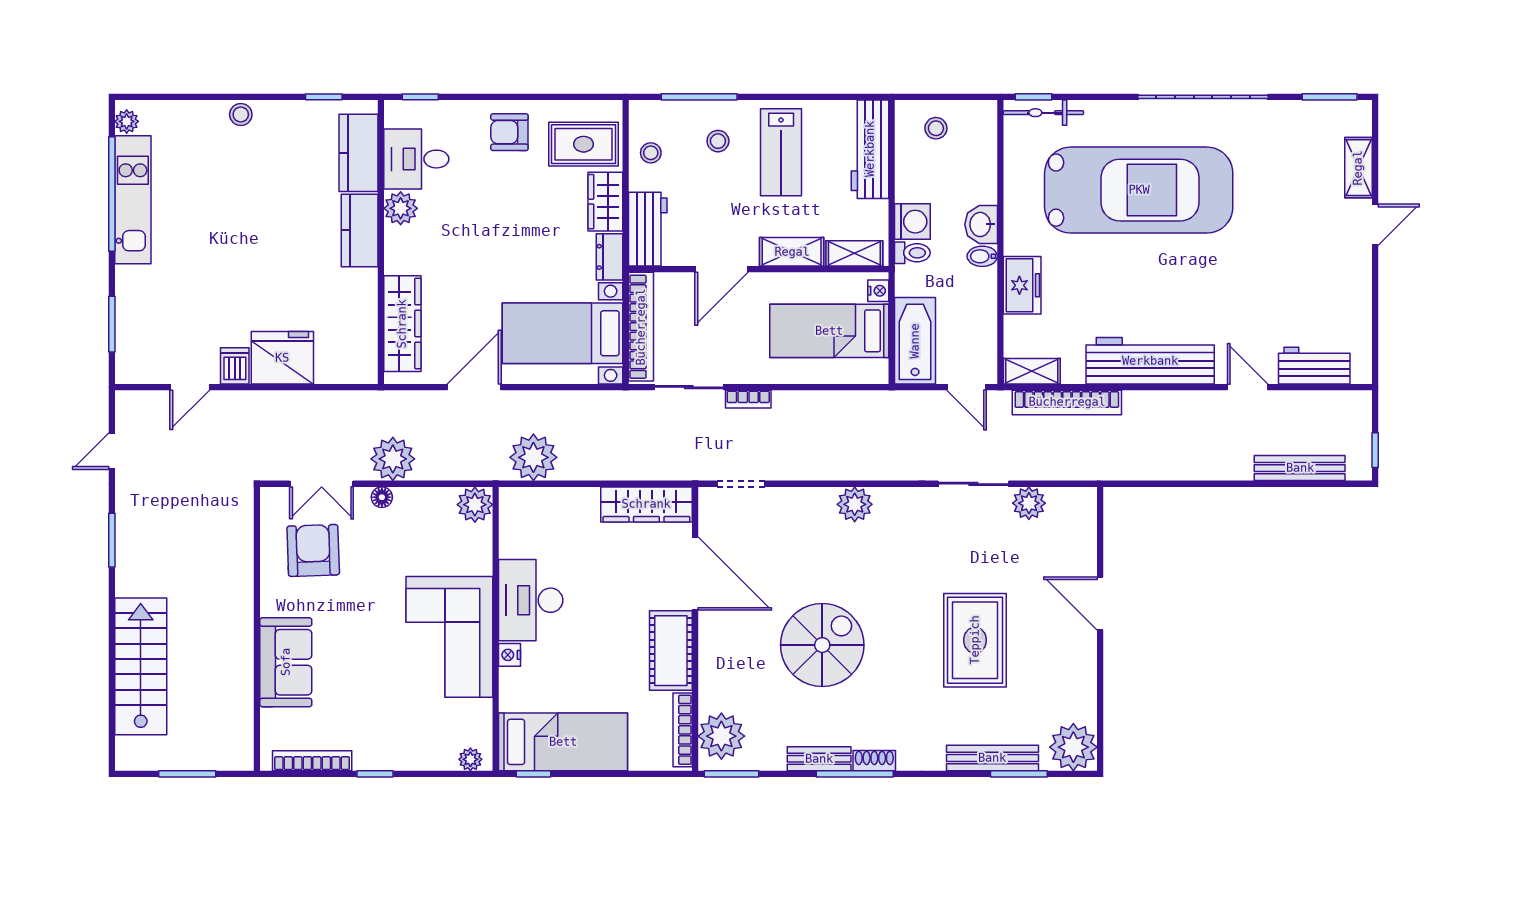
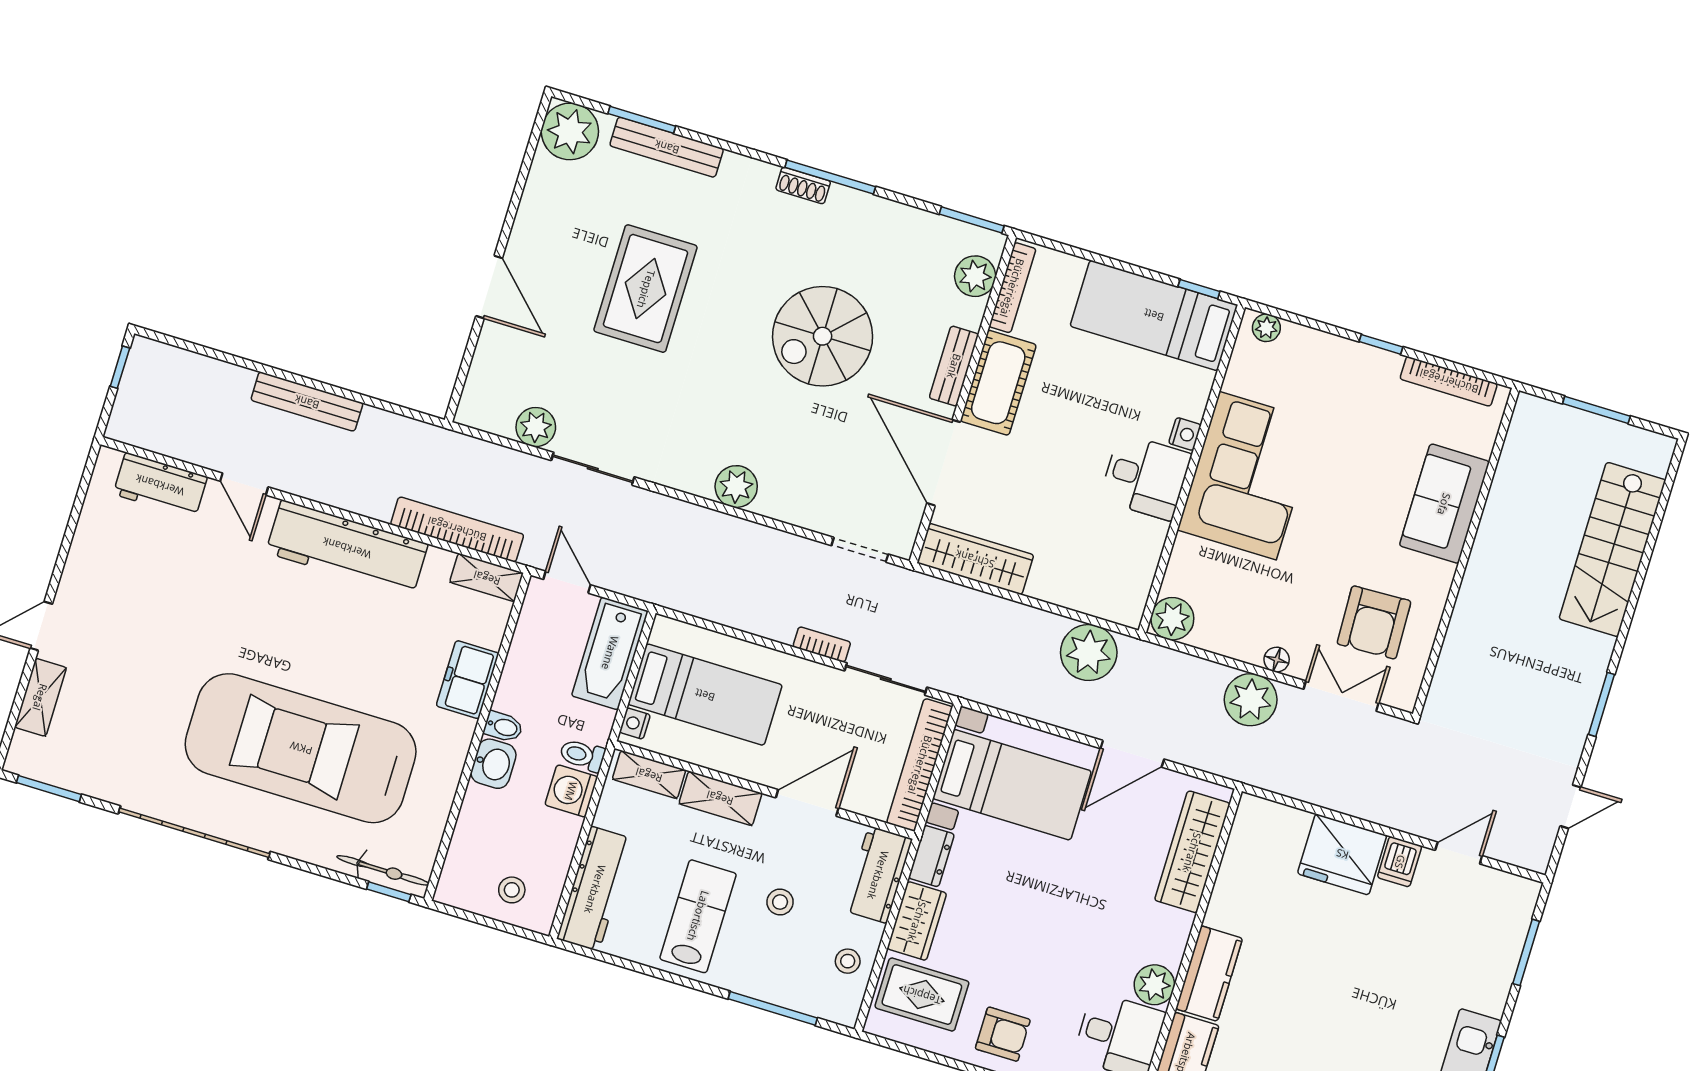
stool: (718, 141) -> (780, 902), moved
bench: (1300, 468) -> (307, 402), moved
desk: (531, 600) -> (1145, 477), width x0.73
plant: (721, 736) -> (975, 276), width x0.73, depth x0.73
bench: (819, 759) -> (954, 366), moved, turned 90

